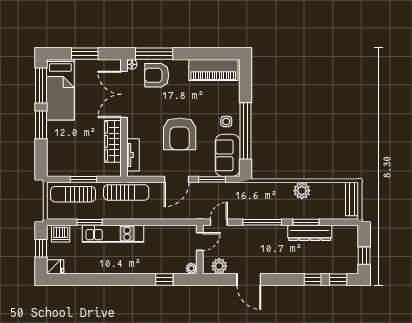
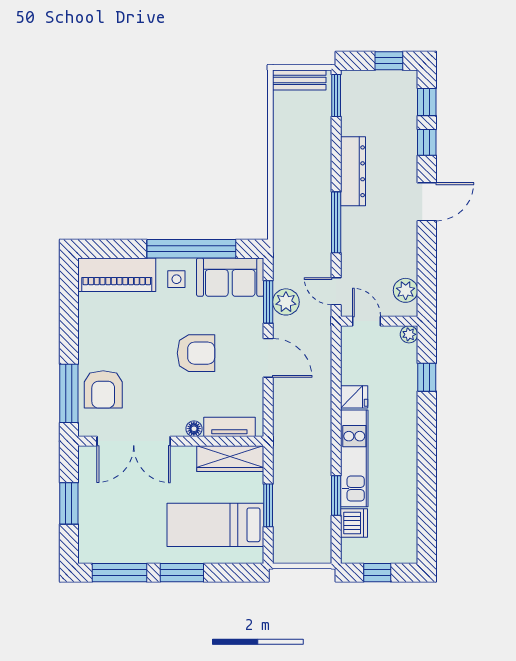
floor lamp: (132, 64) -> (194, 429), moved
piano: (213, 70) -> (117, 275), moved, turned 90
bed: (60, 90) -> (215, 525), moved, turned 180
armchair: (180, 134) -> (196, 353), width x0.73, depth x0.73
wardrobe: (113, 141) -> (230, 459), moved
plant: (302, 191) -> (286, 302), moved
sun lounger: (126, 192) -> (289, 438), removed
sun lounger: (73, 194) -> (292, 522), removed
window: (306, 222) -> (336, 95), moved
dresser: (310, 233) -> (353, 171), moved
dishwasher: (61, 234) -> (354, 523), moved
fridge: (55, 267) -> (354, 397), moved, turned 90
door: (249, 279) -> (427, 202), moved

